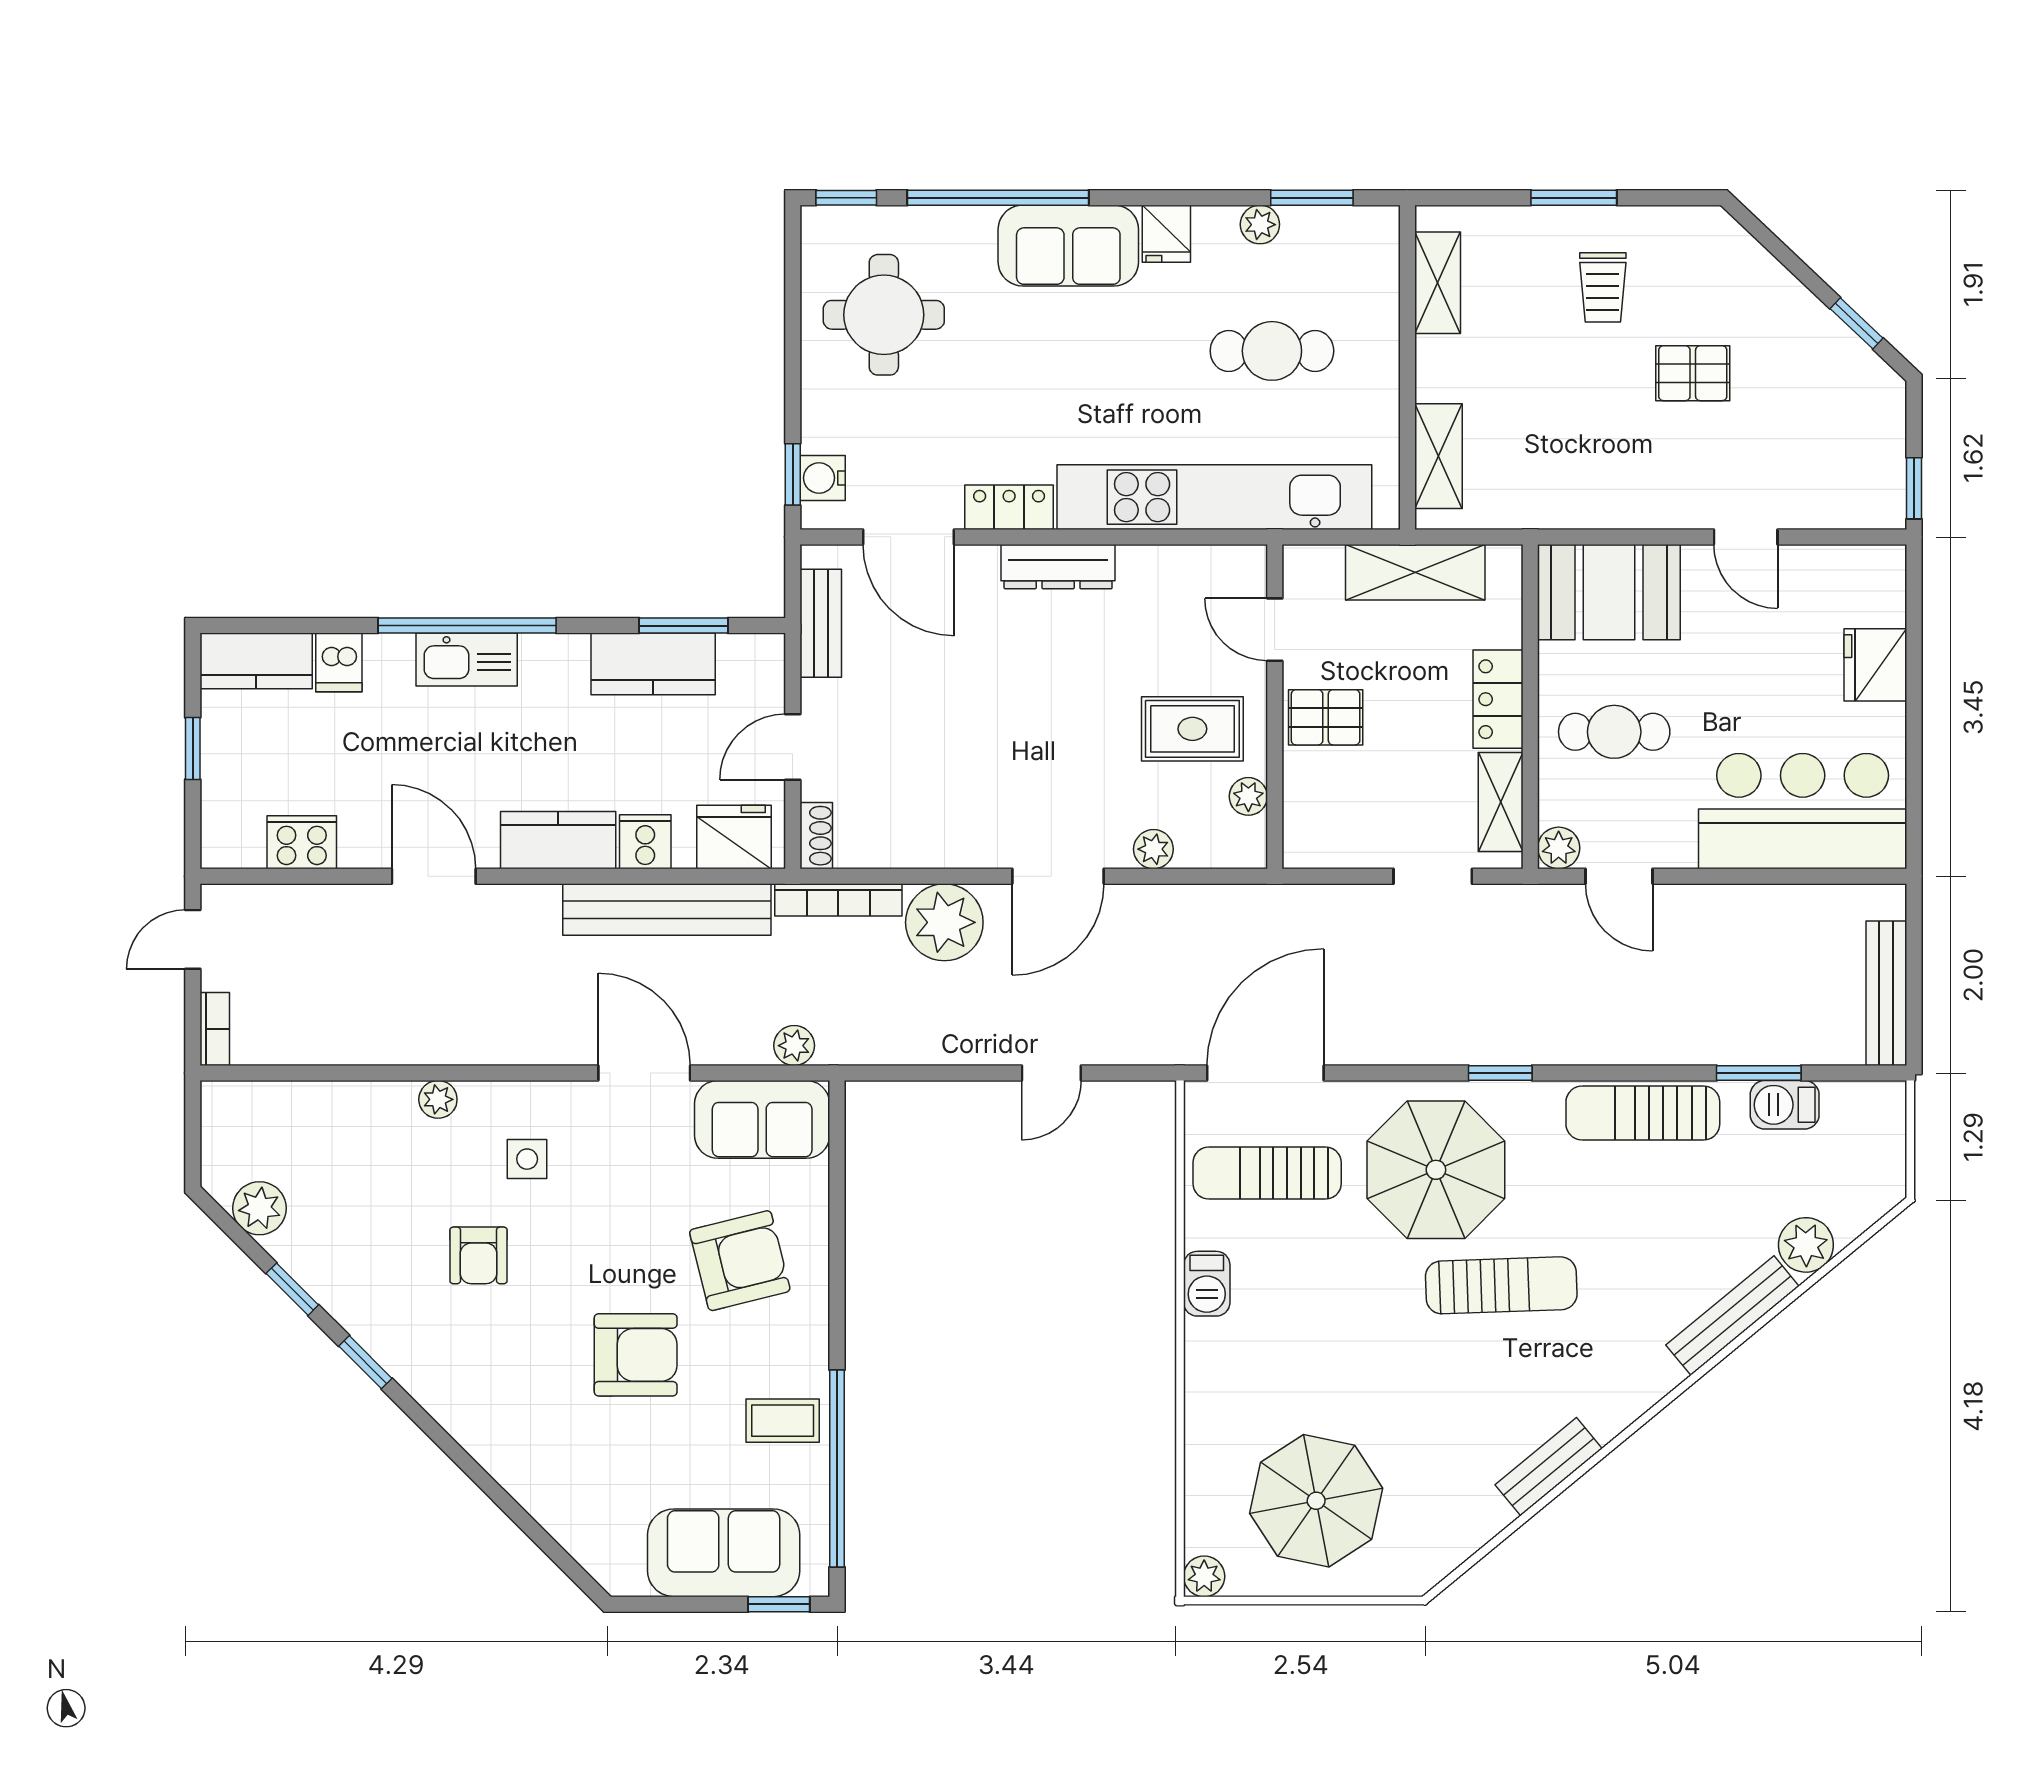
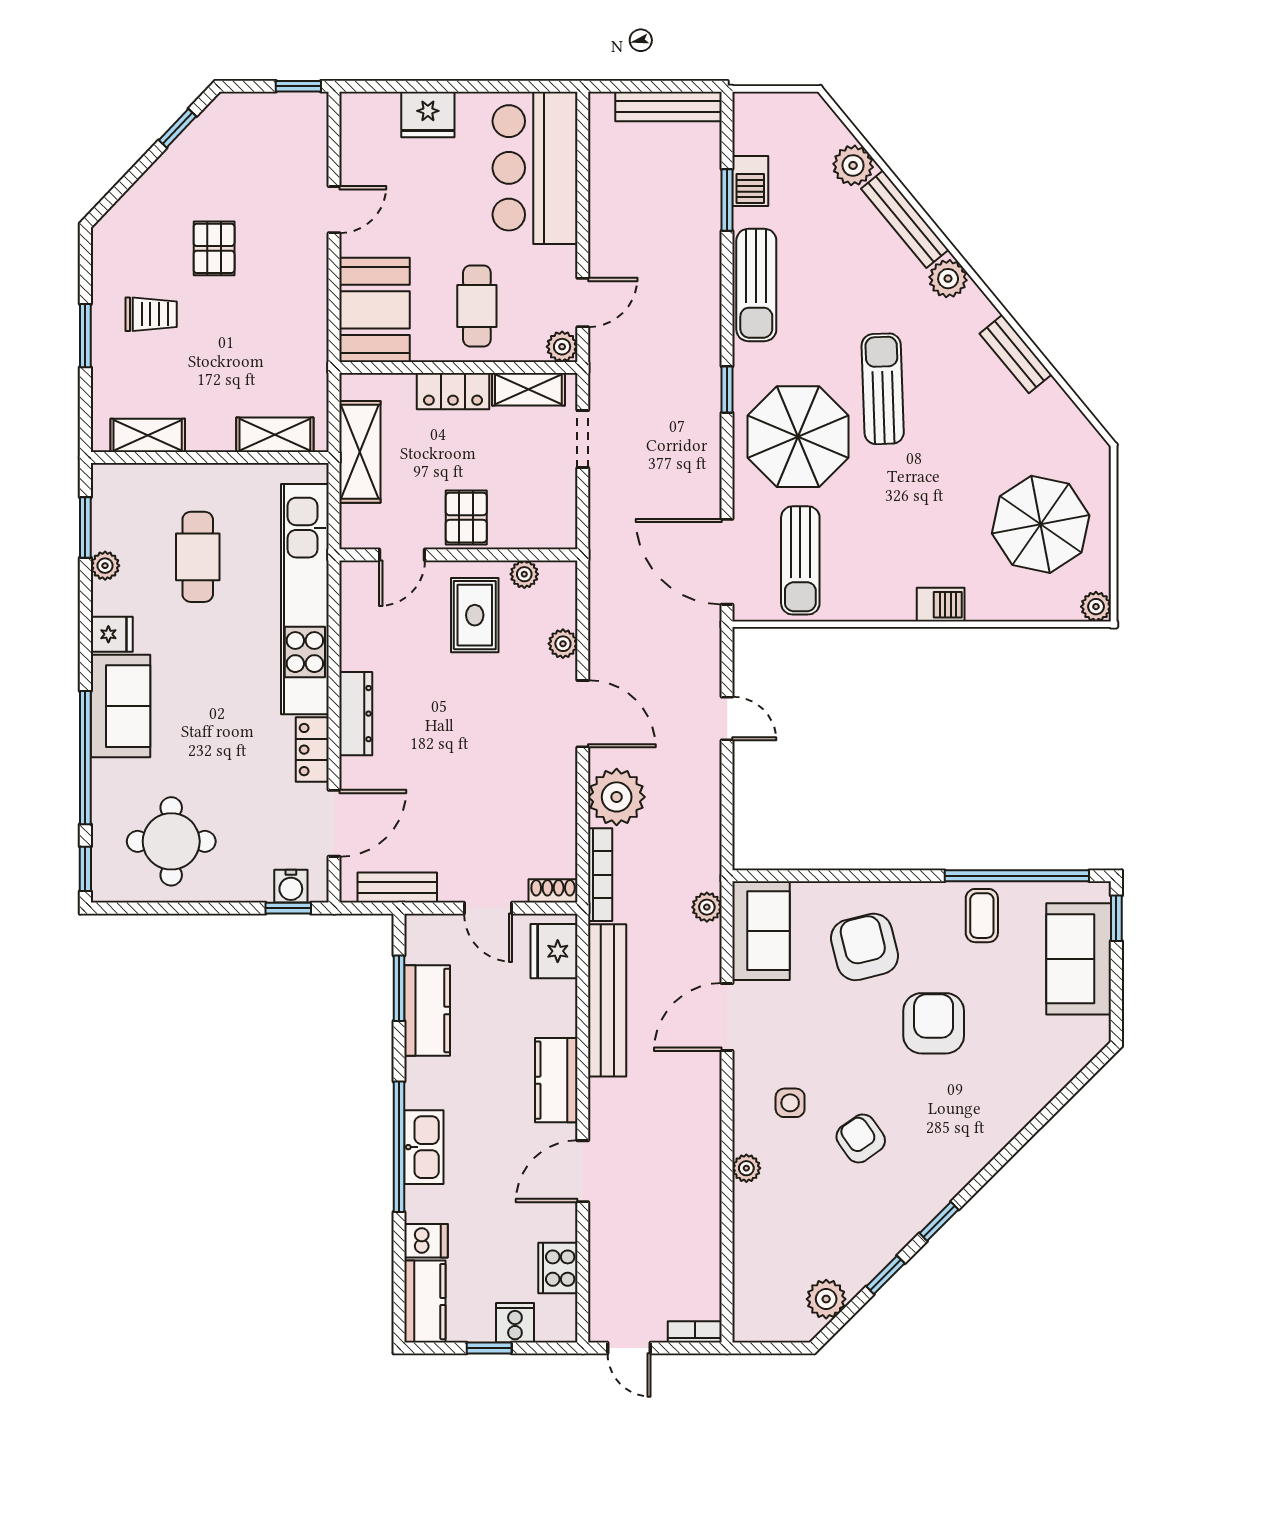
cooker: (645, 842) -> (515, 1323), moved, turned 90
armchair: (479, 1255) -> (861, 1138), turned -125
barbecue: (1207, 1284) -> (941, 605), moved
plant: (1652, 1375) -> (948, 279), added

